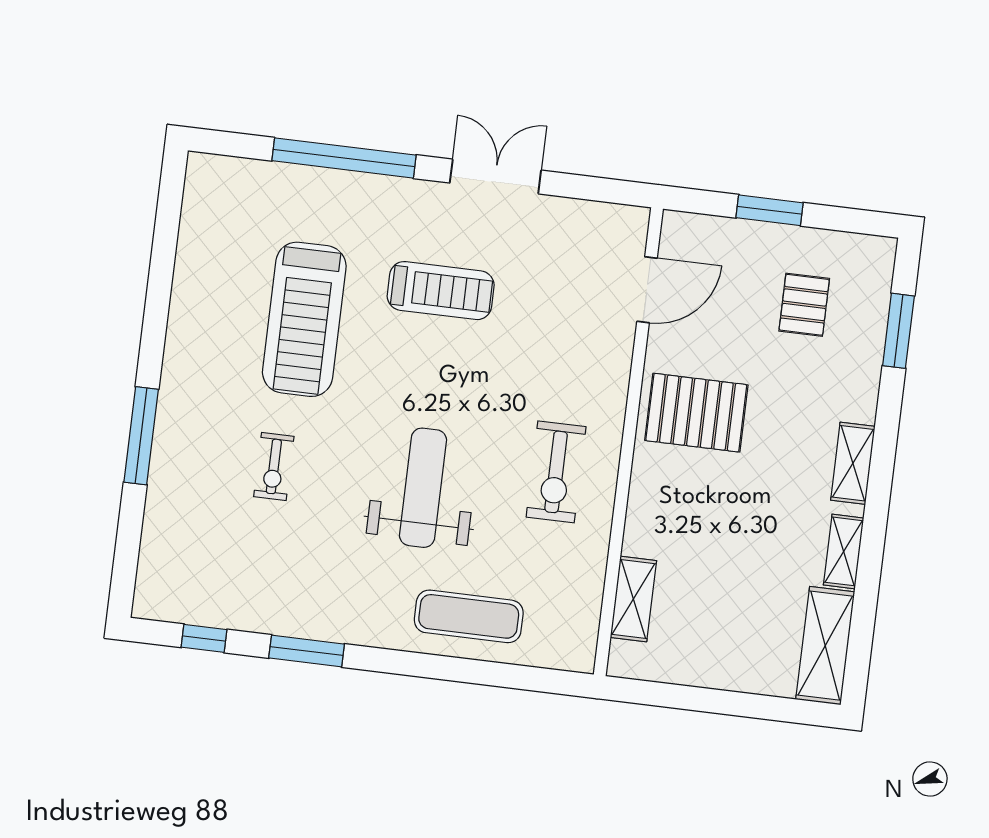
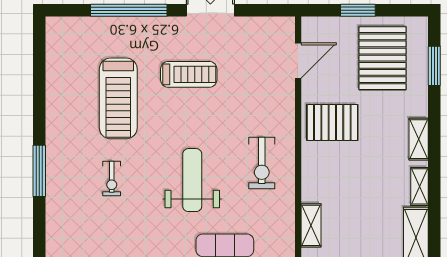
pallet: (804, 305) -> (382, 58), width x2.05, depth x2.00

